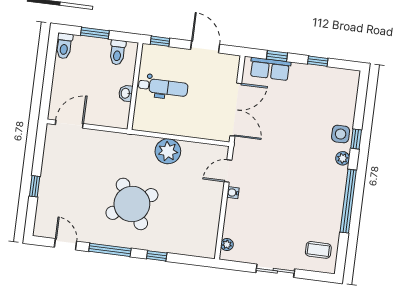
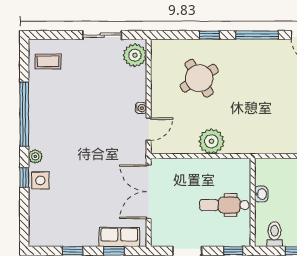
round table: (132, 204) -> (199, 78), moved, width x0.73, depth x0.73
plant: (227, 245) -> (135, 55), width x1.88, depth x1.88
sliding door: (275, 271) -> (102, 35), moved

